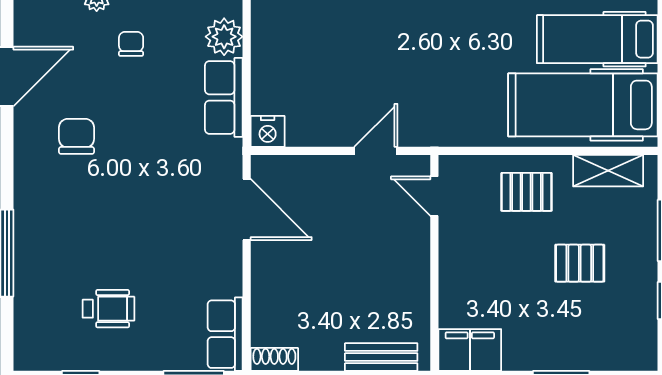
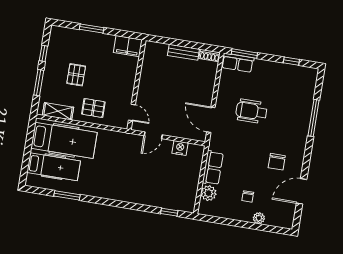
nightstand: (268, 131) -> (180, 148), moved
pallet: (580, 263) -> (76, 75), turned 90
wheelchair: (108, 309) -> (251, 111), moved, width x1.36, depth x1.37
row of seats: (225, 334) -> (238, 63), moved, turned 90
bench: (381, 357) -> (183, 52), moved

